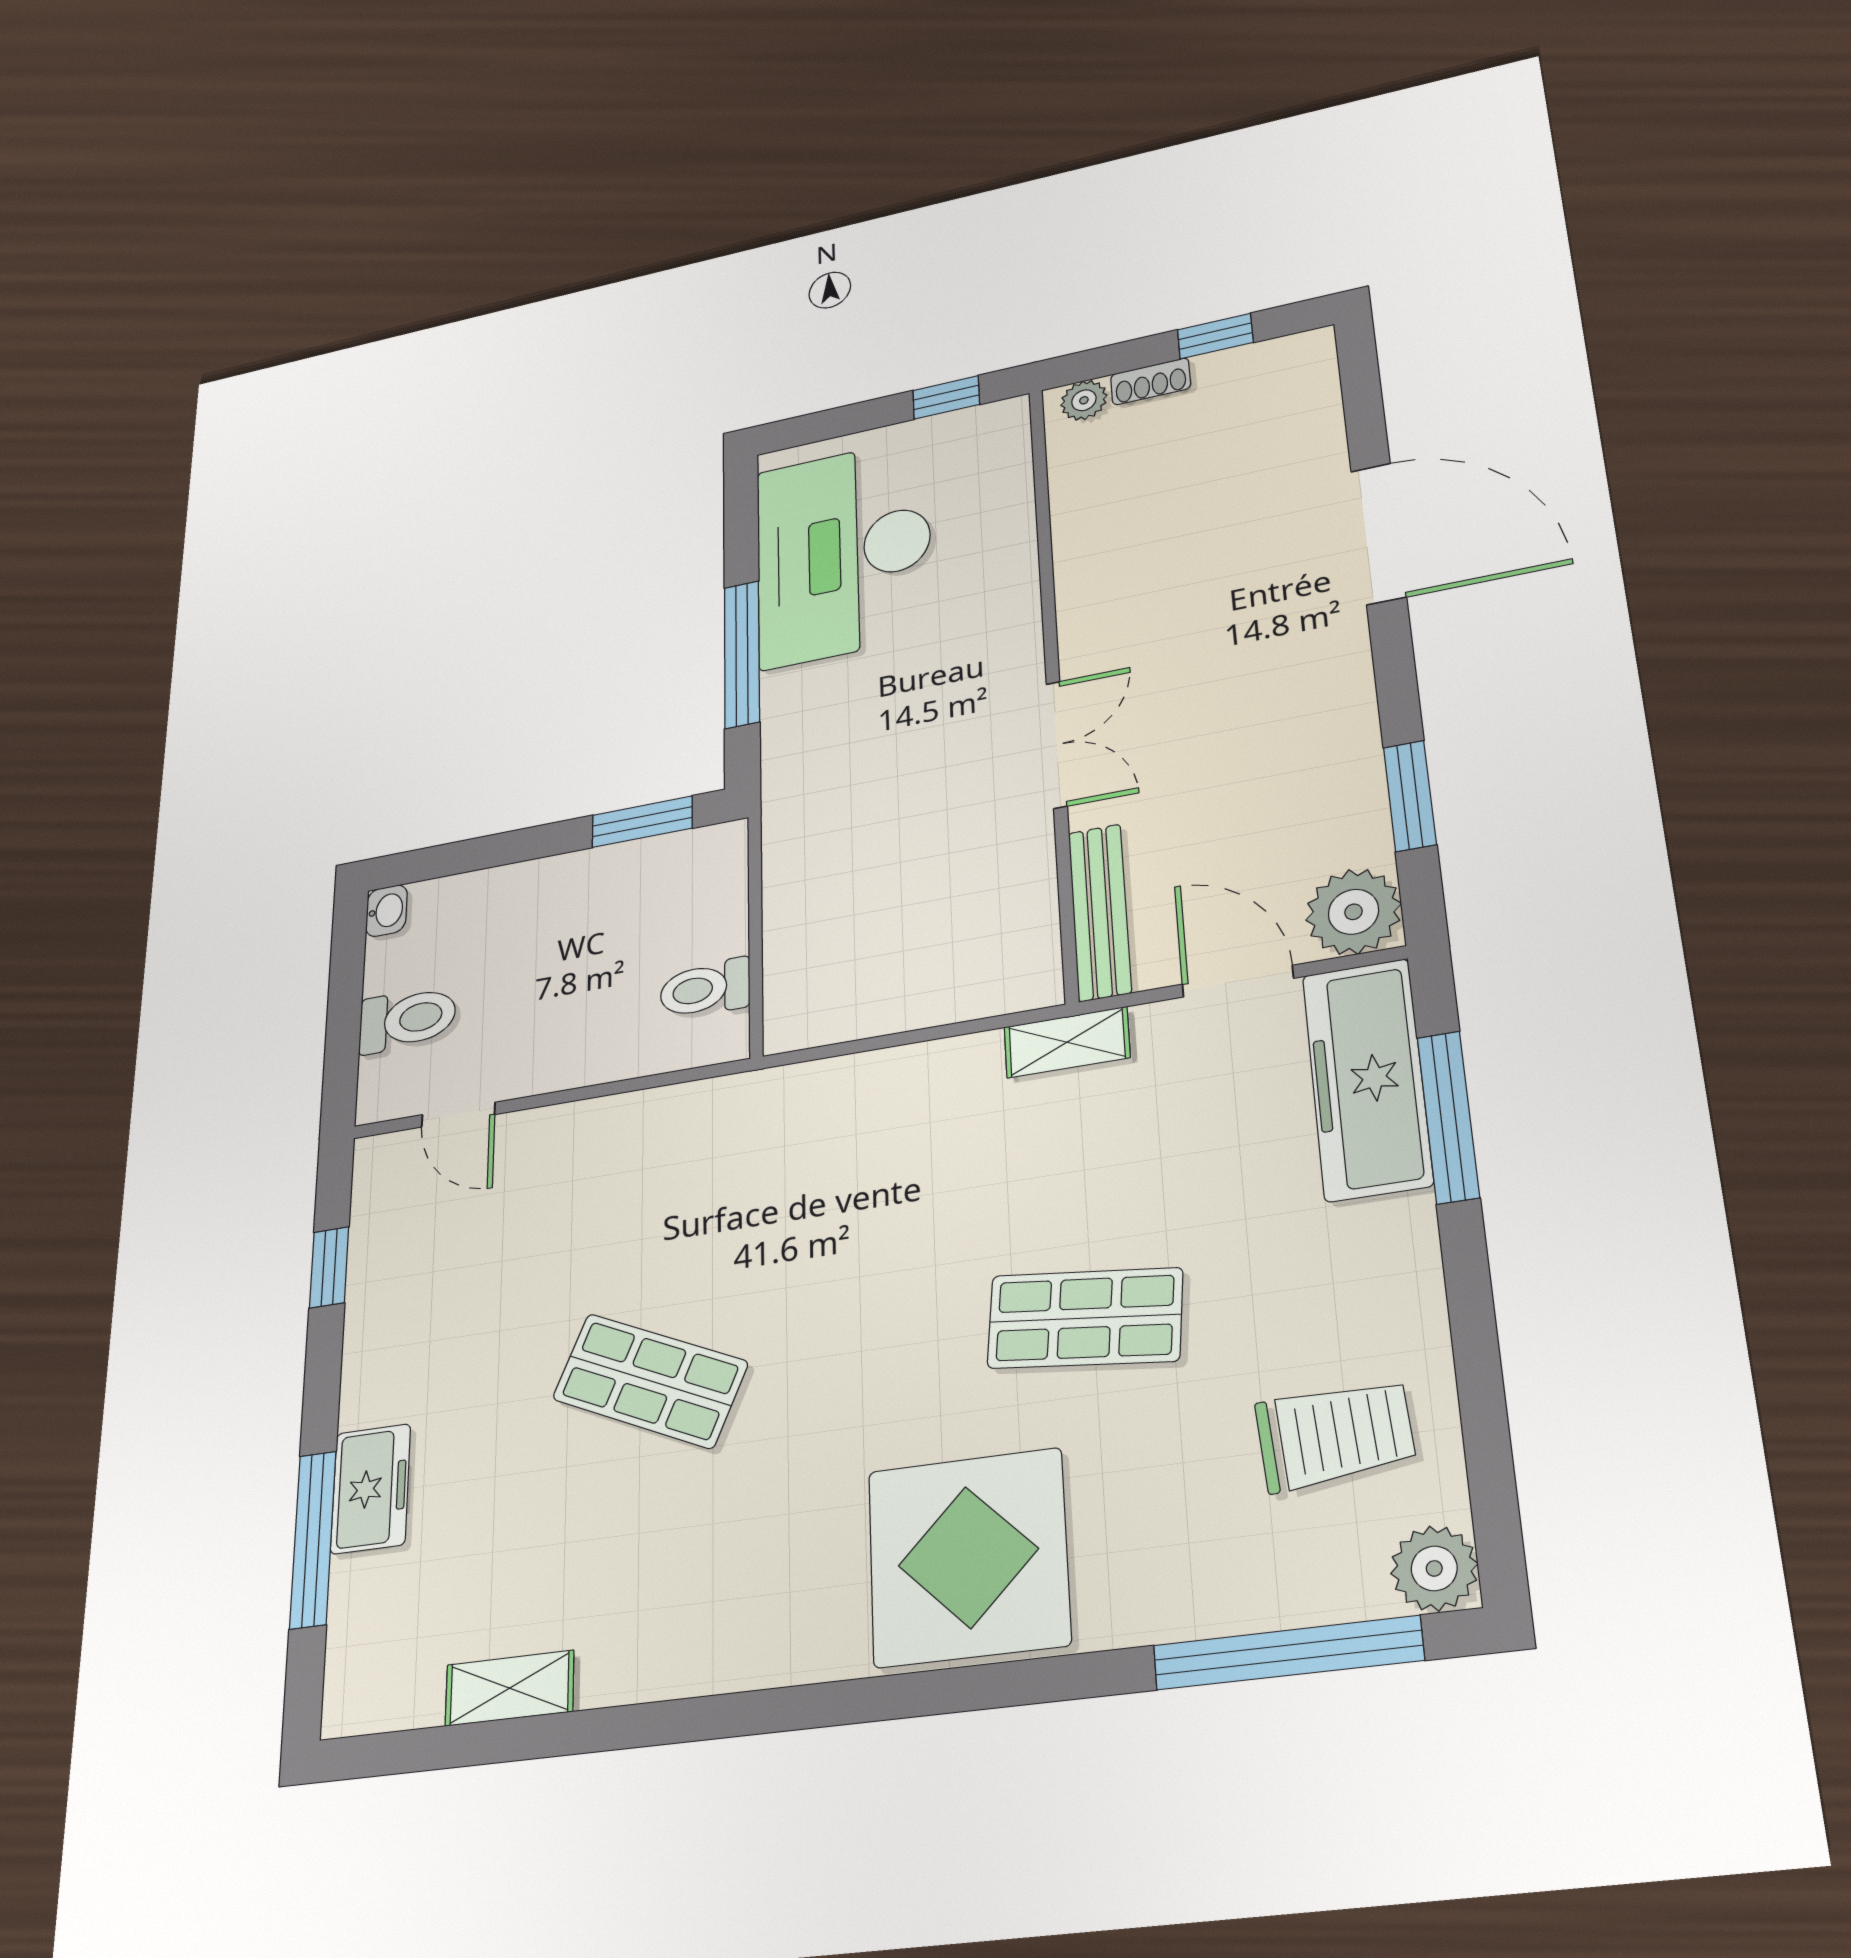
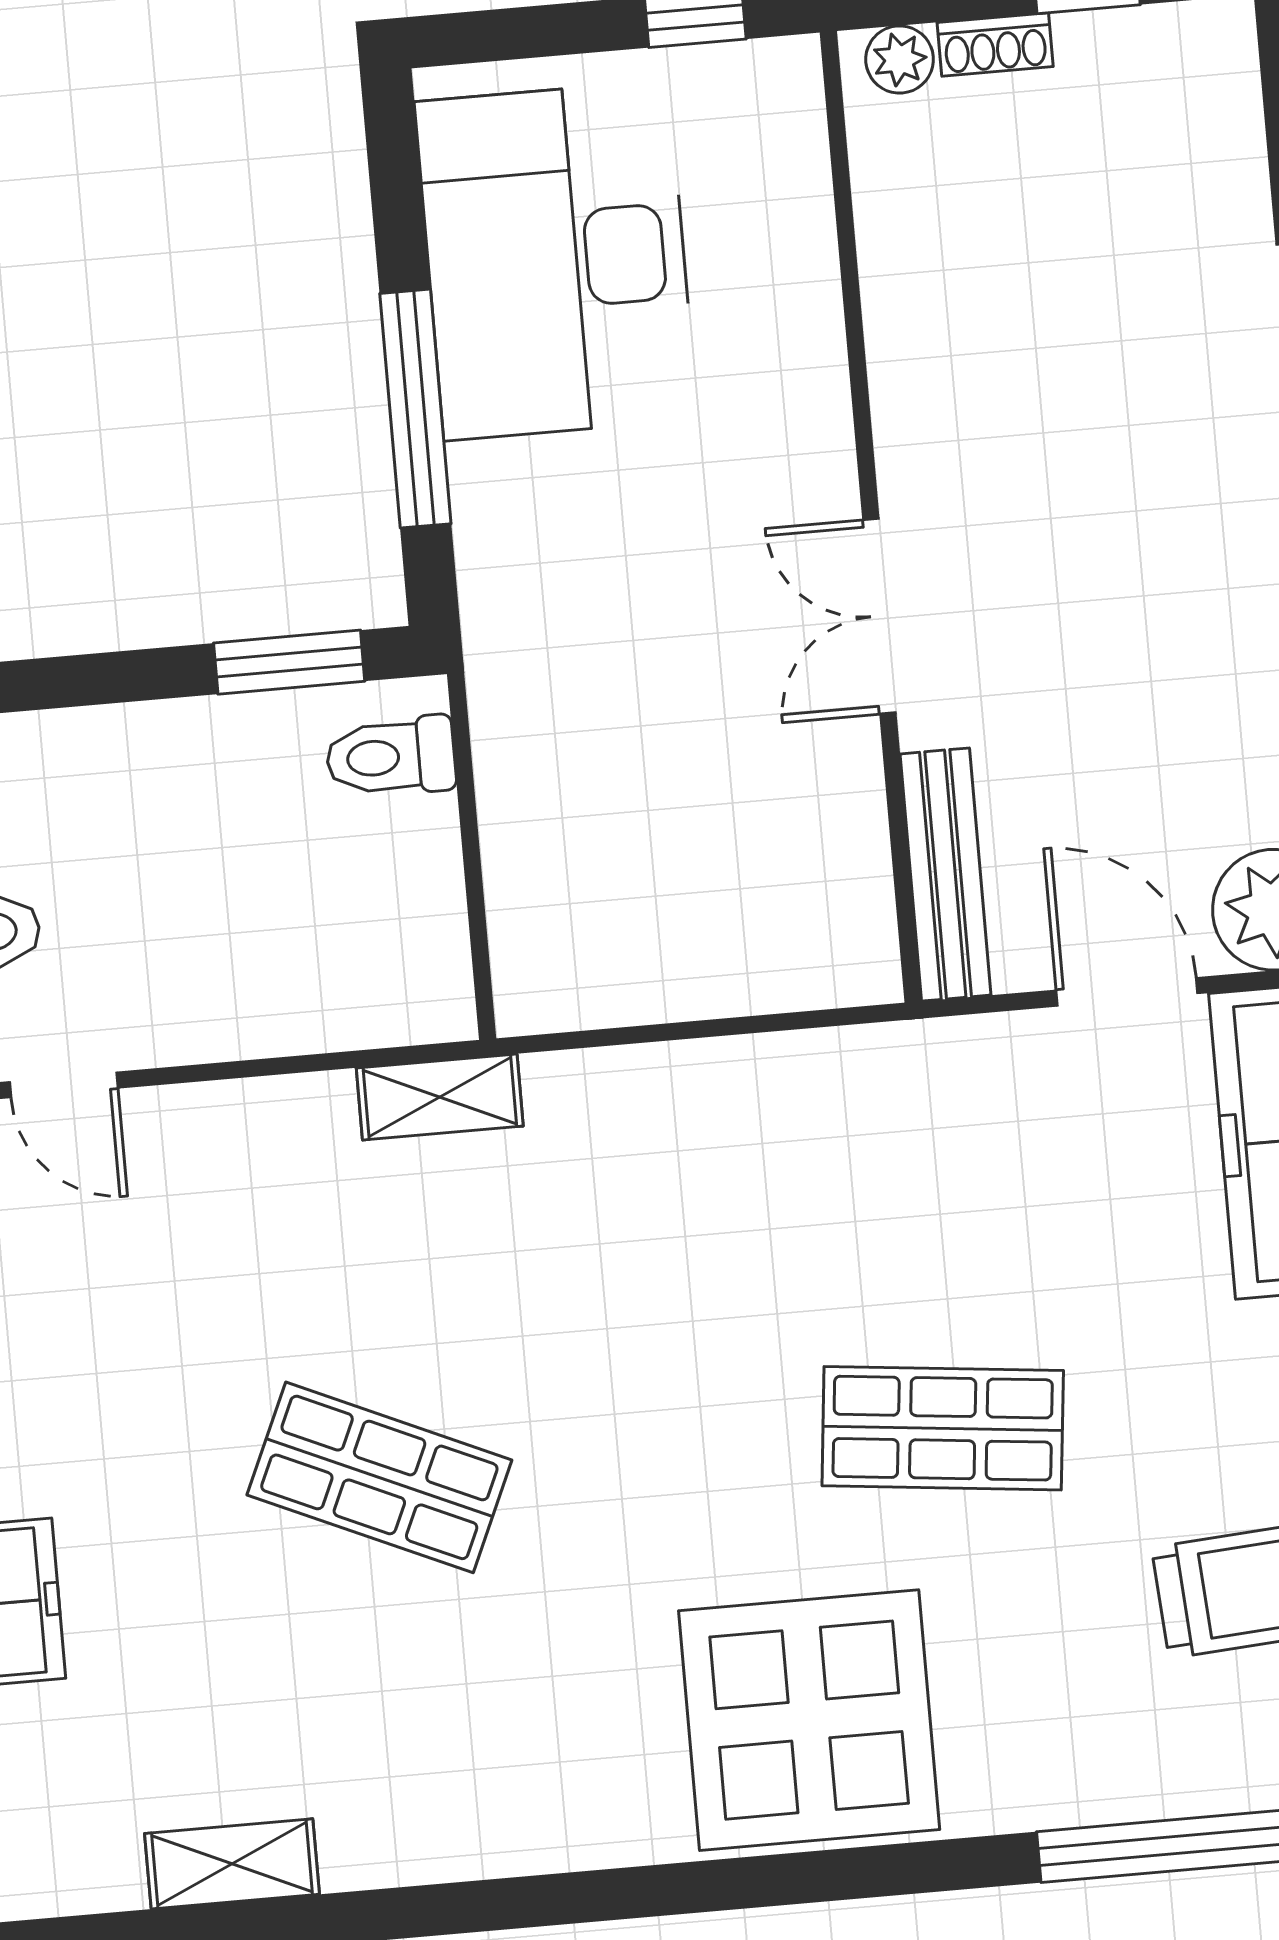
double door: (1057, 745) -> (879, 616), swing flipped
toilet: (705, 989) -> (391, 757), moved
shelving: (1067, 1042) -> (440, 1097), moved

